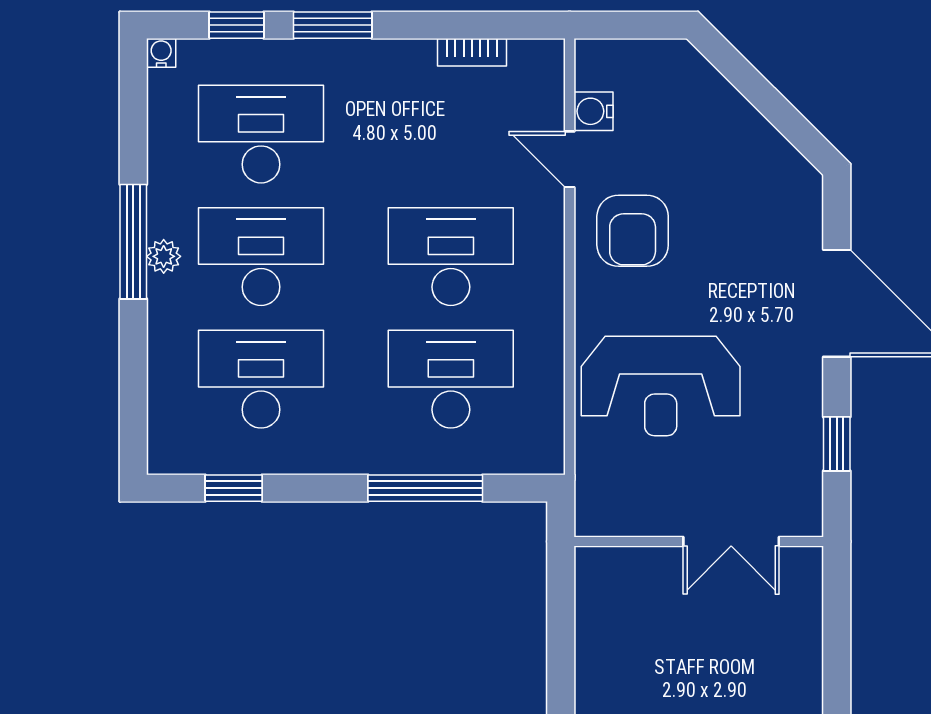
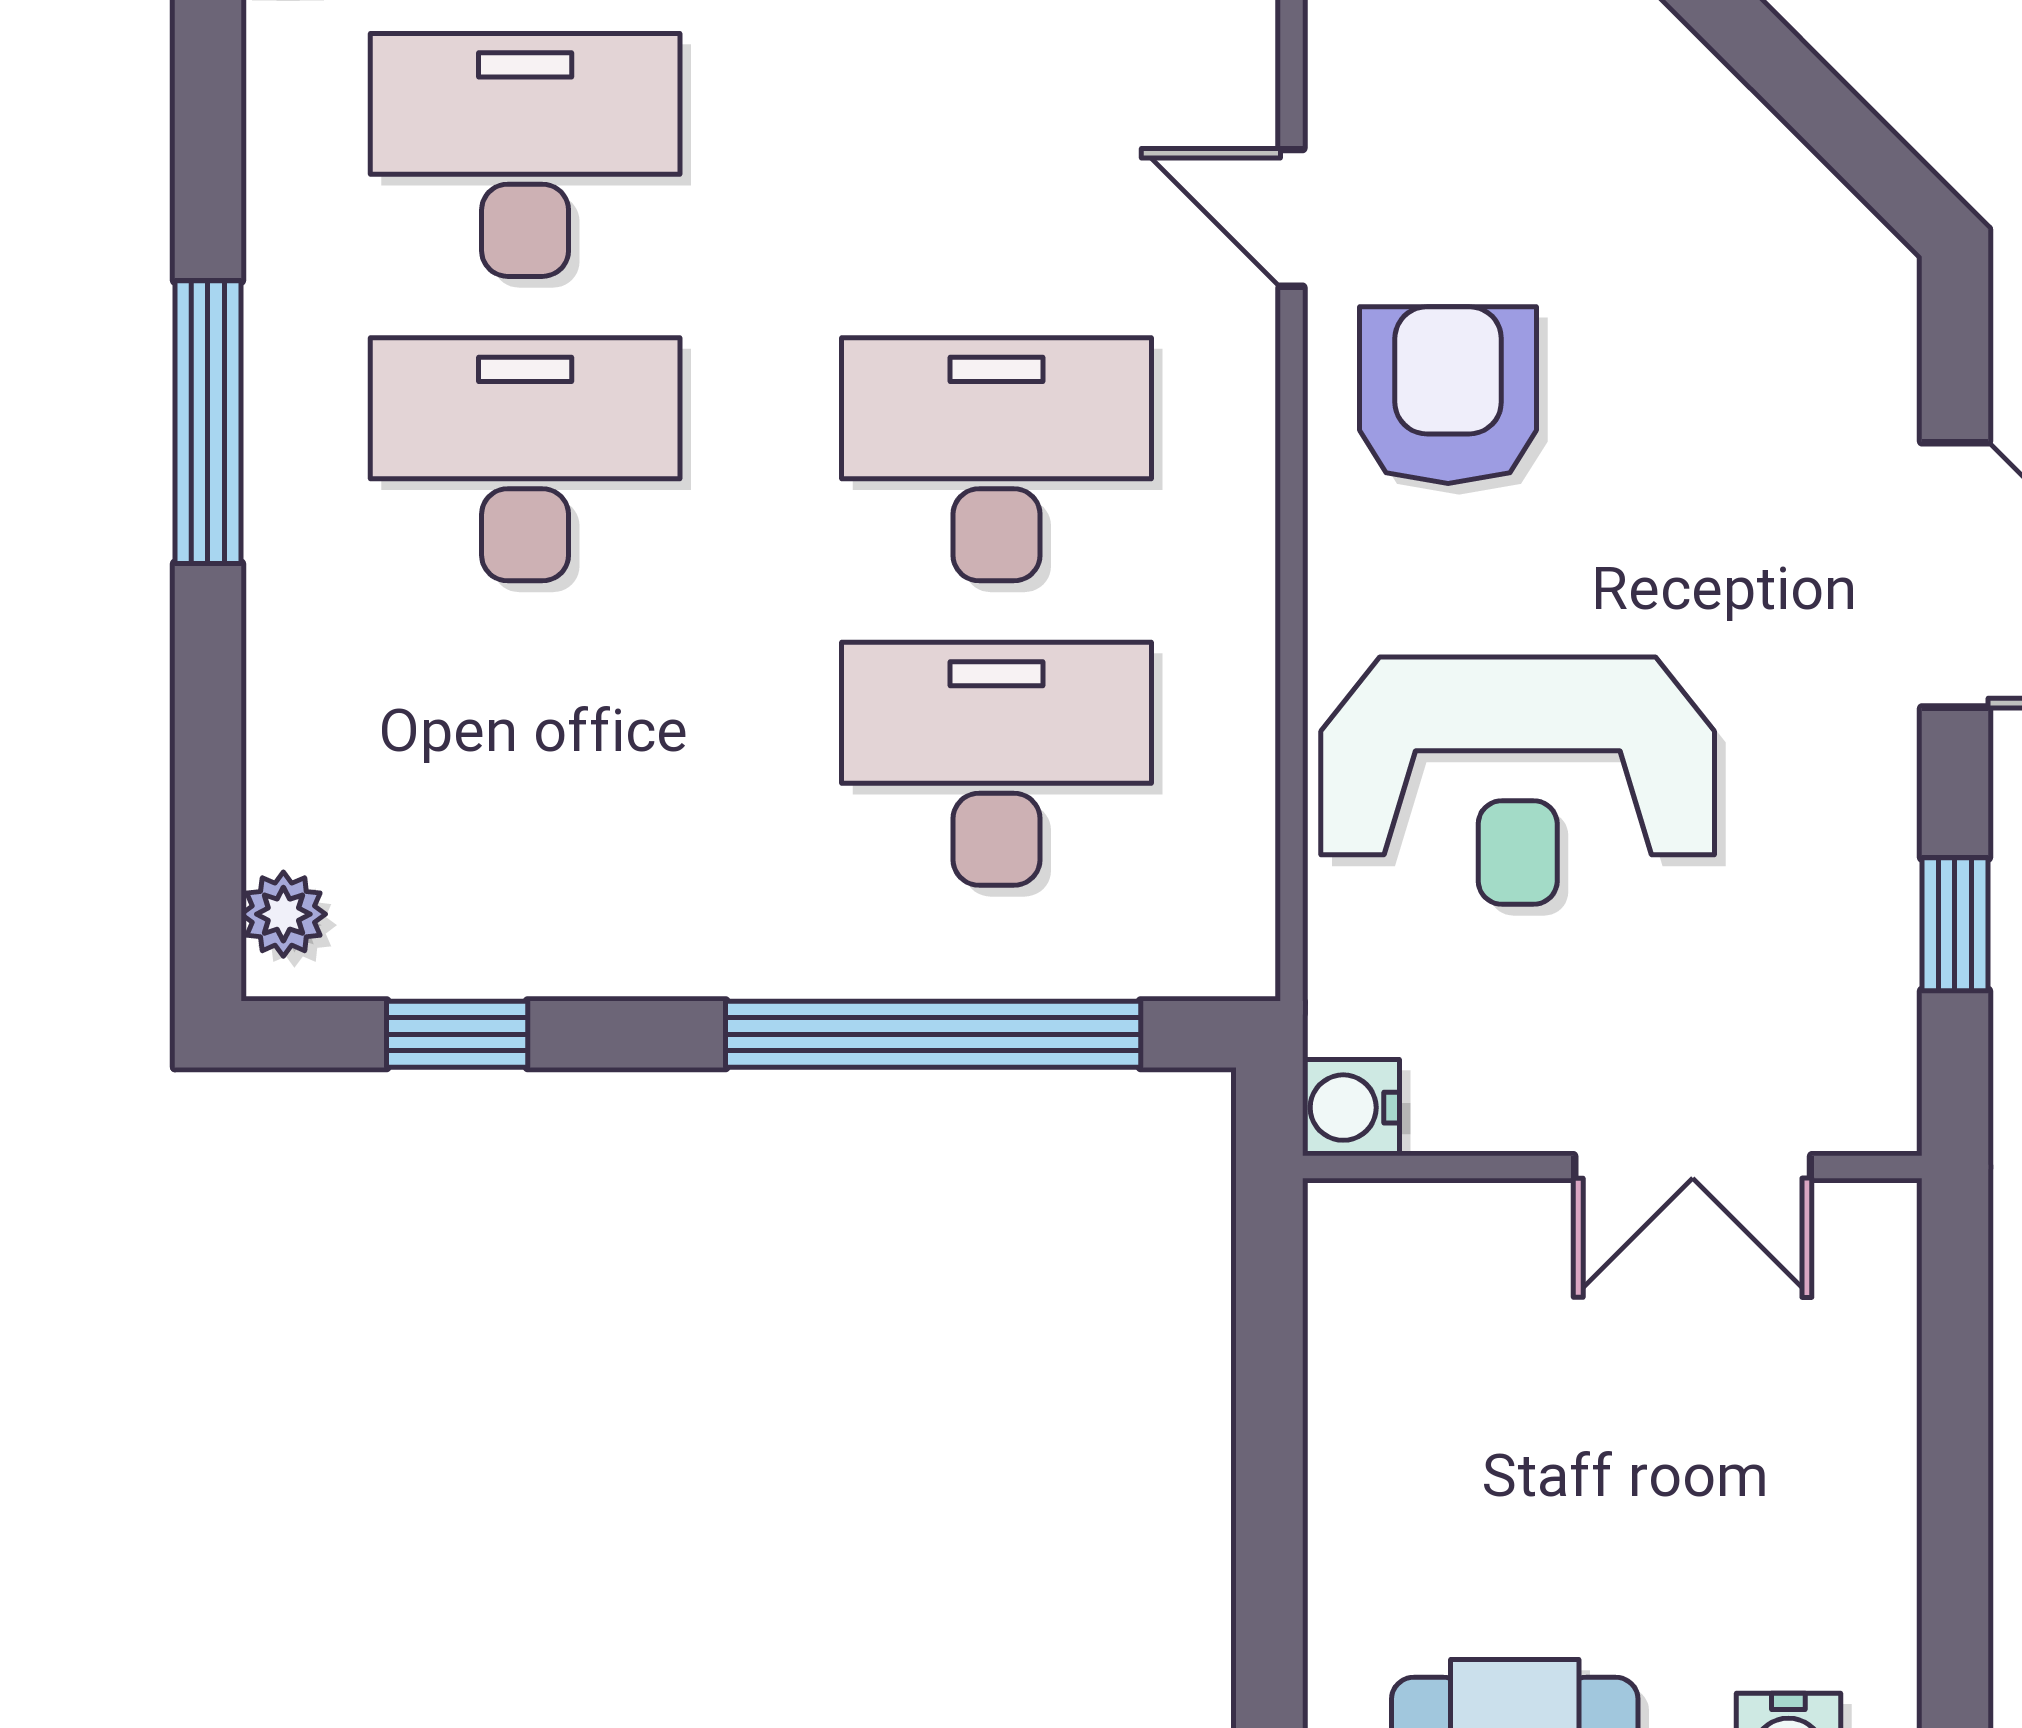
water cooler: (594, 111) -> (1351, 1108), moved
armchair: (633, 231) -> (1448, 395), turned 180
plant: (164, 256) -> (283, 914), moved
desk: (261, 379) -> (525, 764), removed
window: (425, 488) -> (933, 1034), width x1.46

